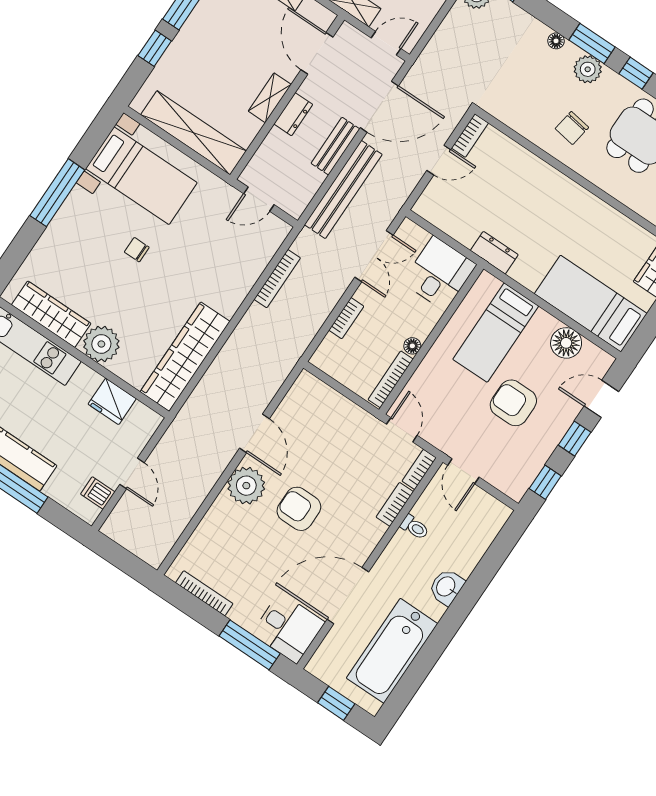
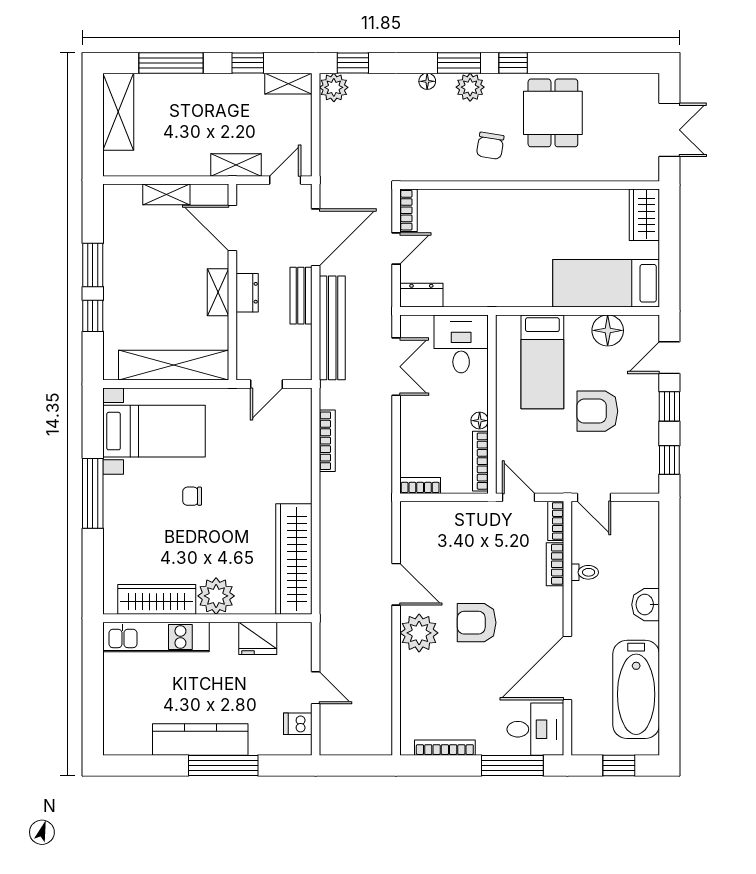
dresser: (494, 253) -> (421, 295), moved
bookcase: (346, 318) -> (420, 485), moved, turned -90

